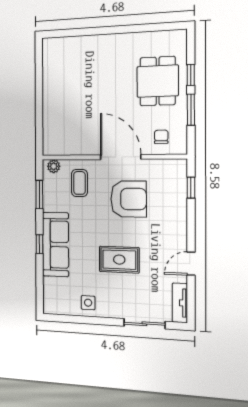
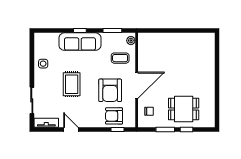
armchair: (169, 193) -> (114, 116), added

